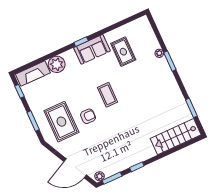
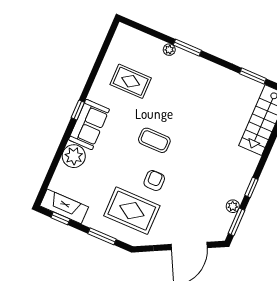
sofa: (92, 49) -> (89, 125), moved
fireplace: (33, 74) -> (64, 206), moved, turned -90
plant: (100, 176) -> (233, 206), moved

